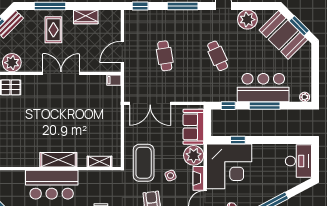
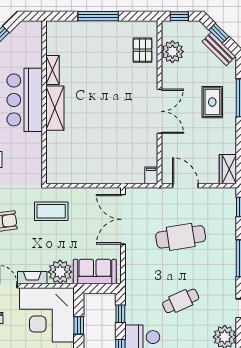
wardrobe: (86, 17) -> (228, 169), moved
rug: (53, 30) -> (212, 102), turned 90
cafe table: (165, 56) -> (181, 237), width x1.37, depth x1.35
shelving: (100, 162) -> (53, 70), moved
coffee table: (144, 163) -> (51, 211), width x0.73, depth x0.76
side table: (170, 176) -> (36, 244), removed

